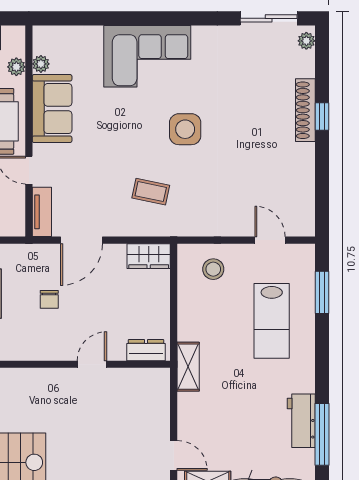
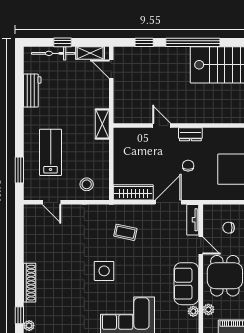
window: (322, 117) -> (19, 315), moved
wardrobe: (149, 256) -> (133, 192), width x1.50
dresser: (146, 350) -> (190, 134), moved
door: (92, 364) -> (162, 125), swing flipped
window: (322, 434) -> (19, 82), removed

